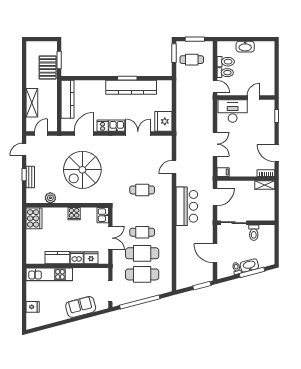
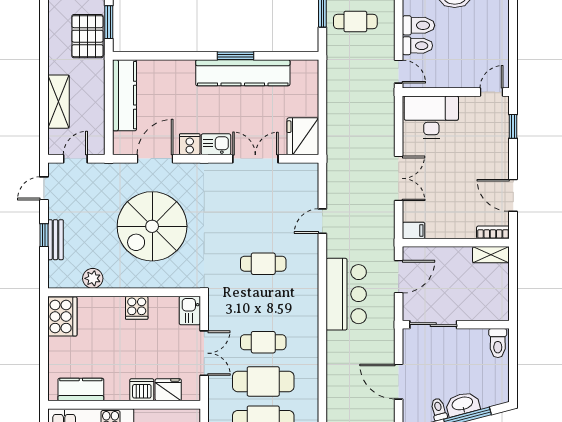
door: (253, 98) -> (492, 92), moved
toilet: (254, 233) -> (498, 343), moved
kitchen counter: (57, 258) -> (81, 389), moved

